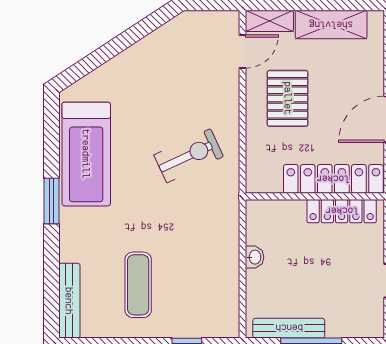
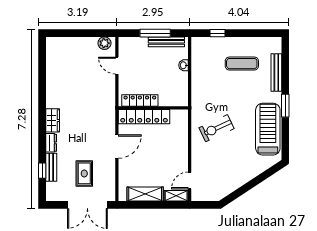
pallet: (288, 98) -> (167, 157), removed
washbasin: (254, 257) -> (184, 65), moved
exercise mat: (138, 285) -> (242, 64), turned 90
bench: (69, 301) -> (276, 72), moved

